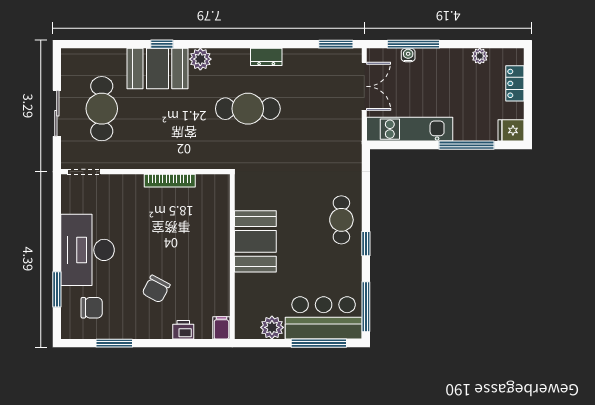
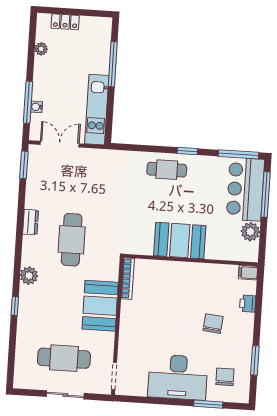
booth: (157, 68) -> (100, 306), moved
fridge: (511, 130) -> (103, 27), removed
bookcase: (170, 181) -> (128, 279), moved
chair: (156, 289) -> (213, 324), turned -112

